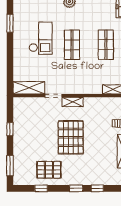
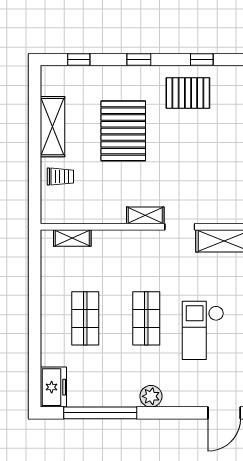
pallet: (71, 137) -> (123, 131), moved
window: (97, 188) -> (79, 59), moved

